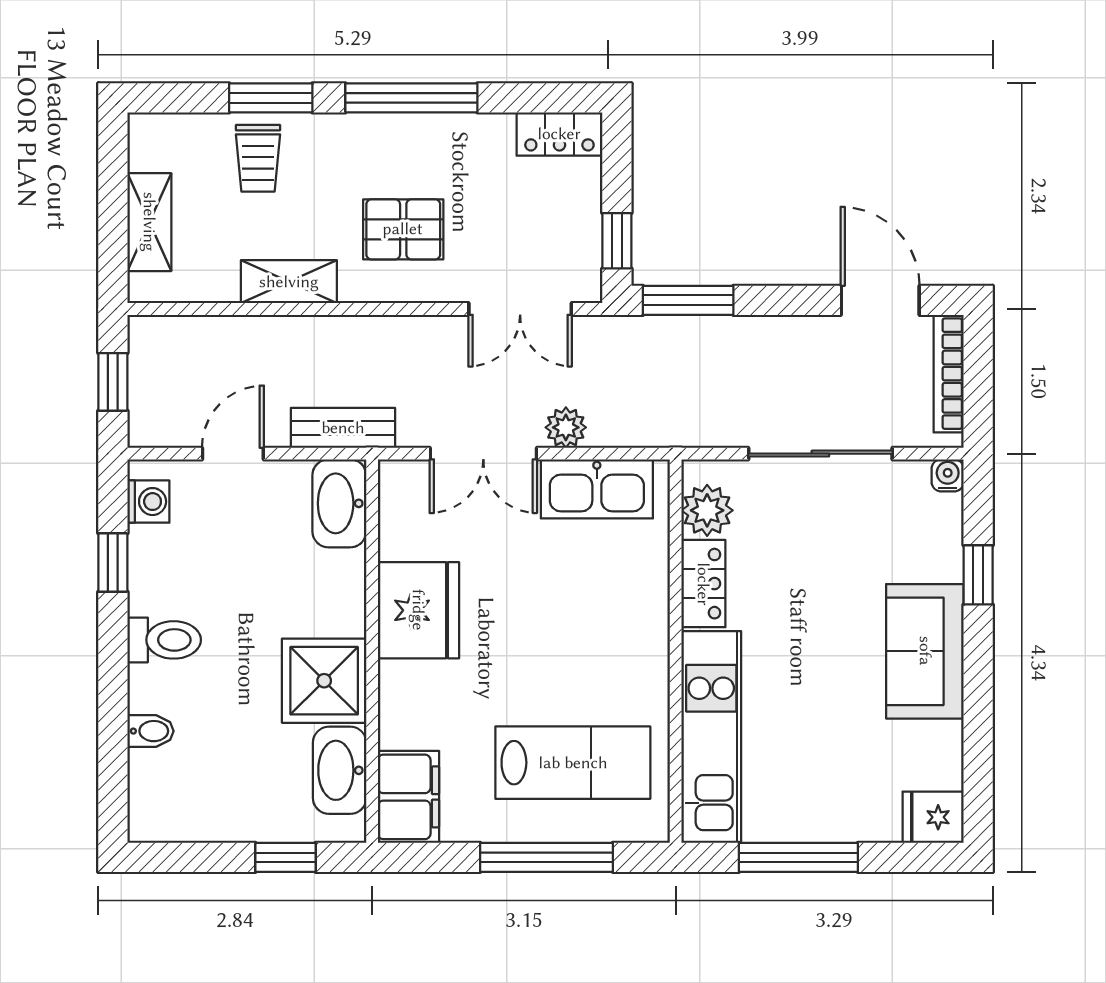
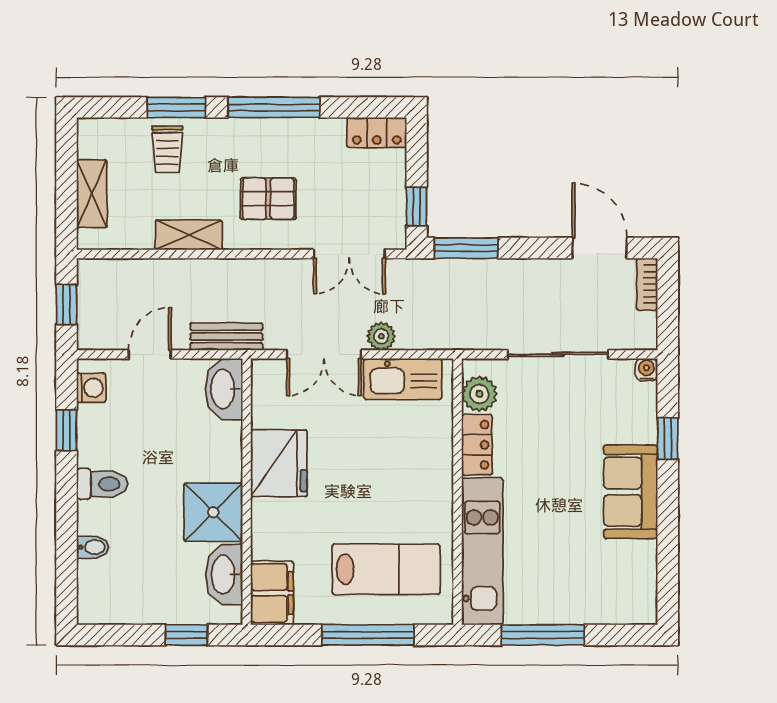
bookcase: (949, 374) -> (647, 284), width x0.64
fridge: (933, 817) -> (636, 607), removed

